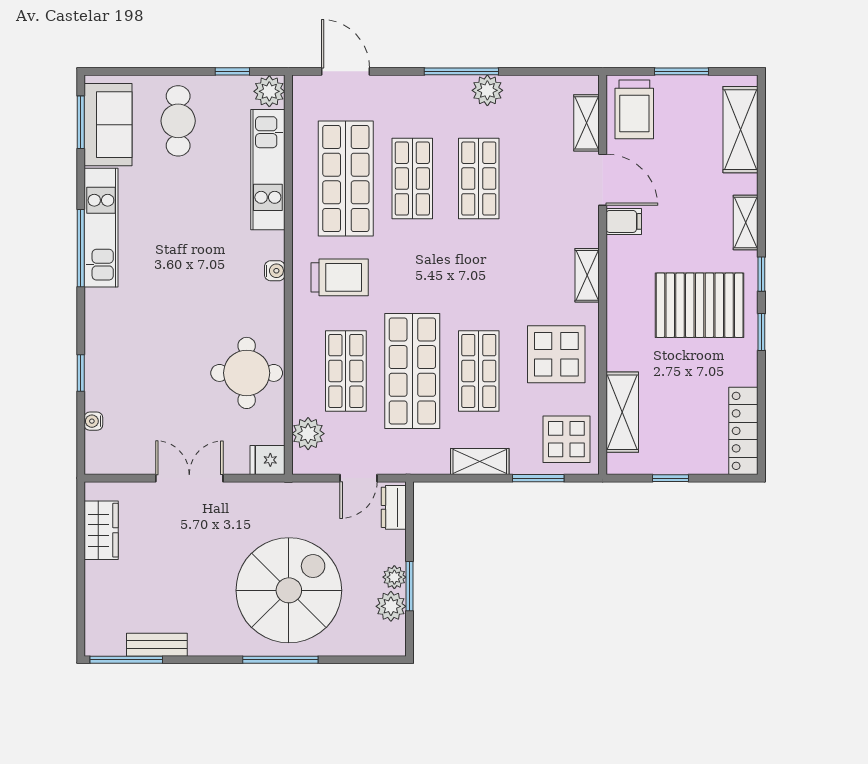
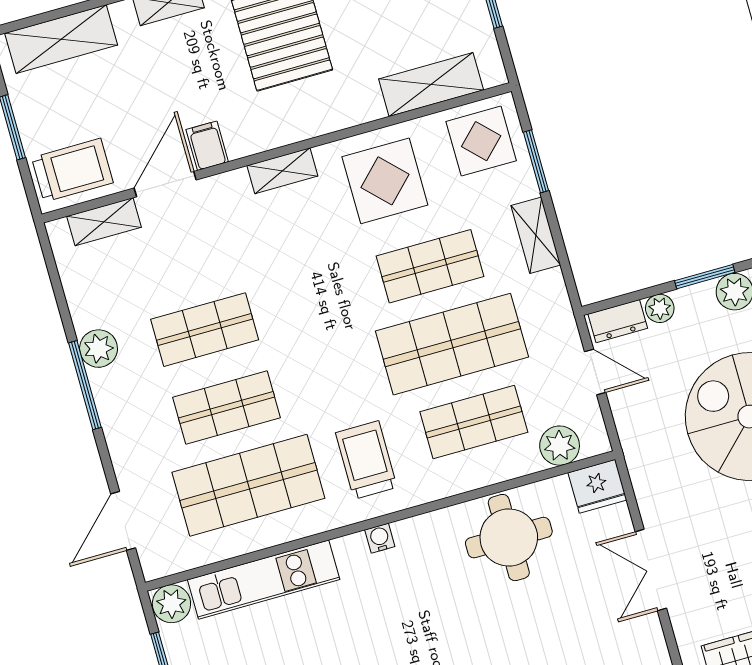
fridge: (267, 460) -> (597, 486), width x1.38
plant: (394, 577) -> (660, 308), moved

